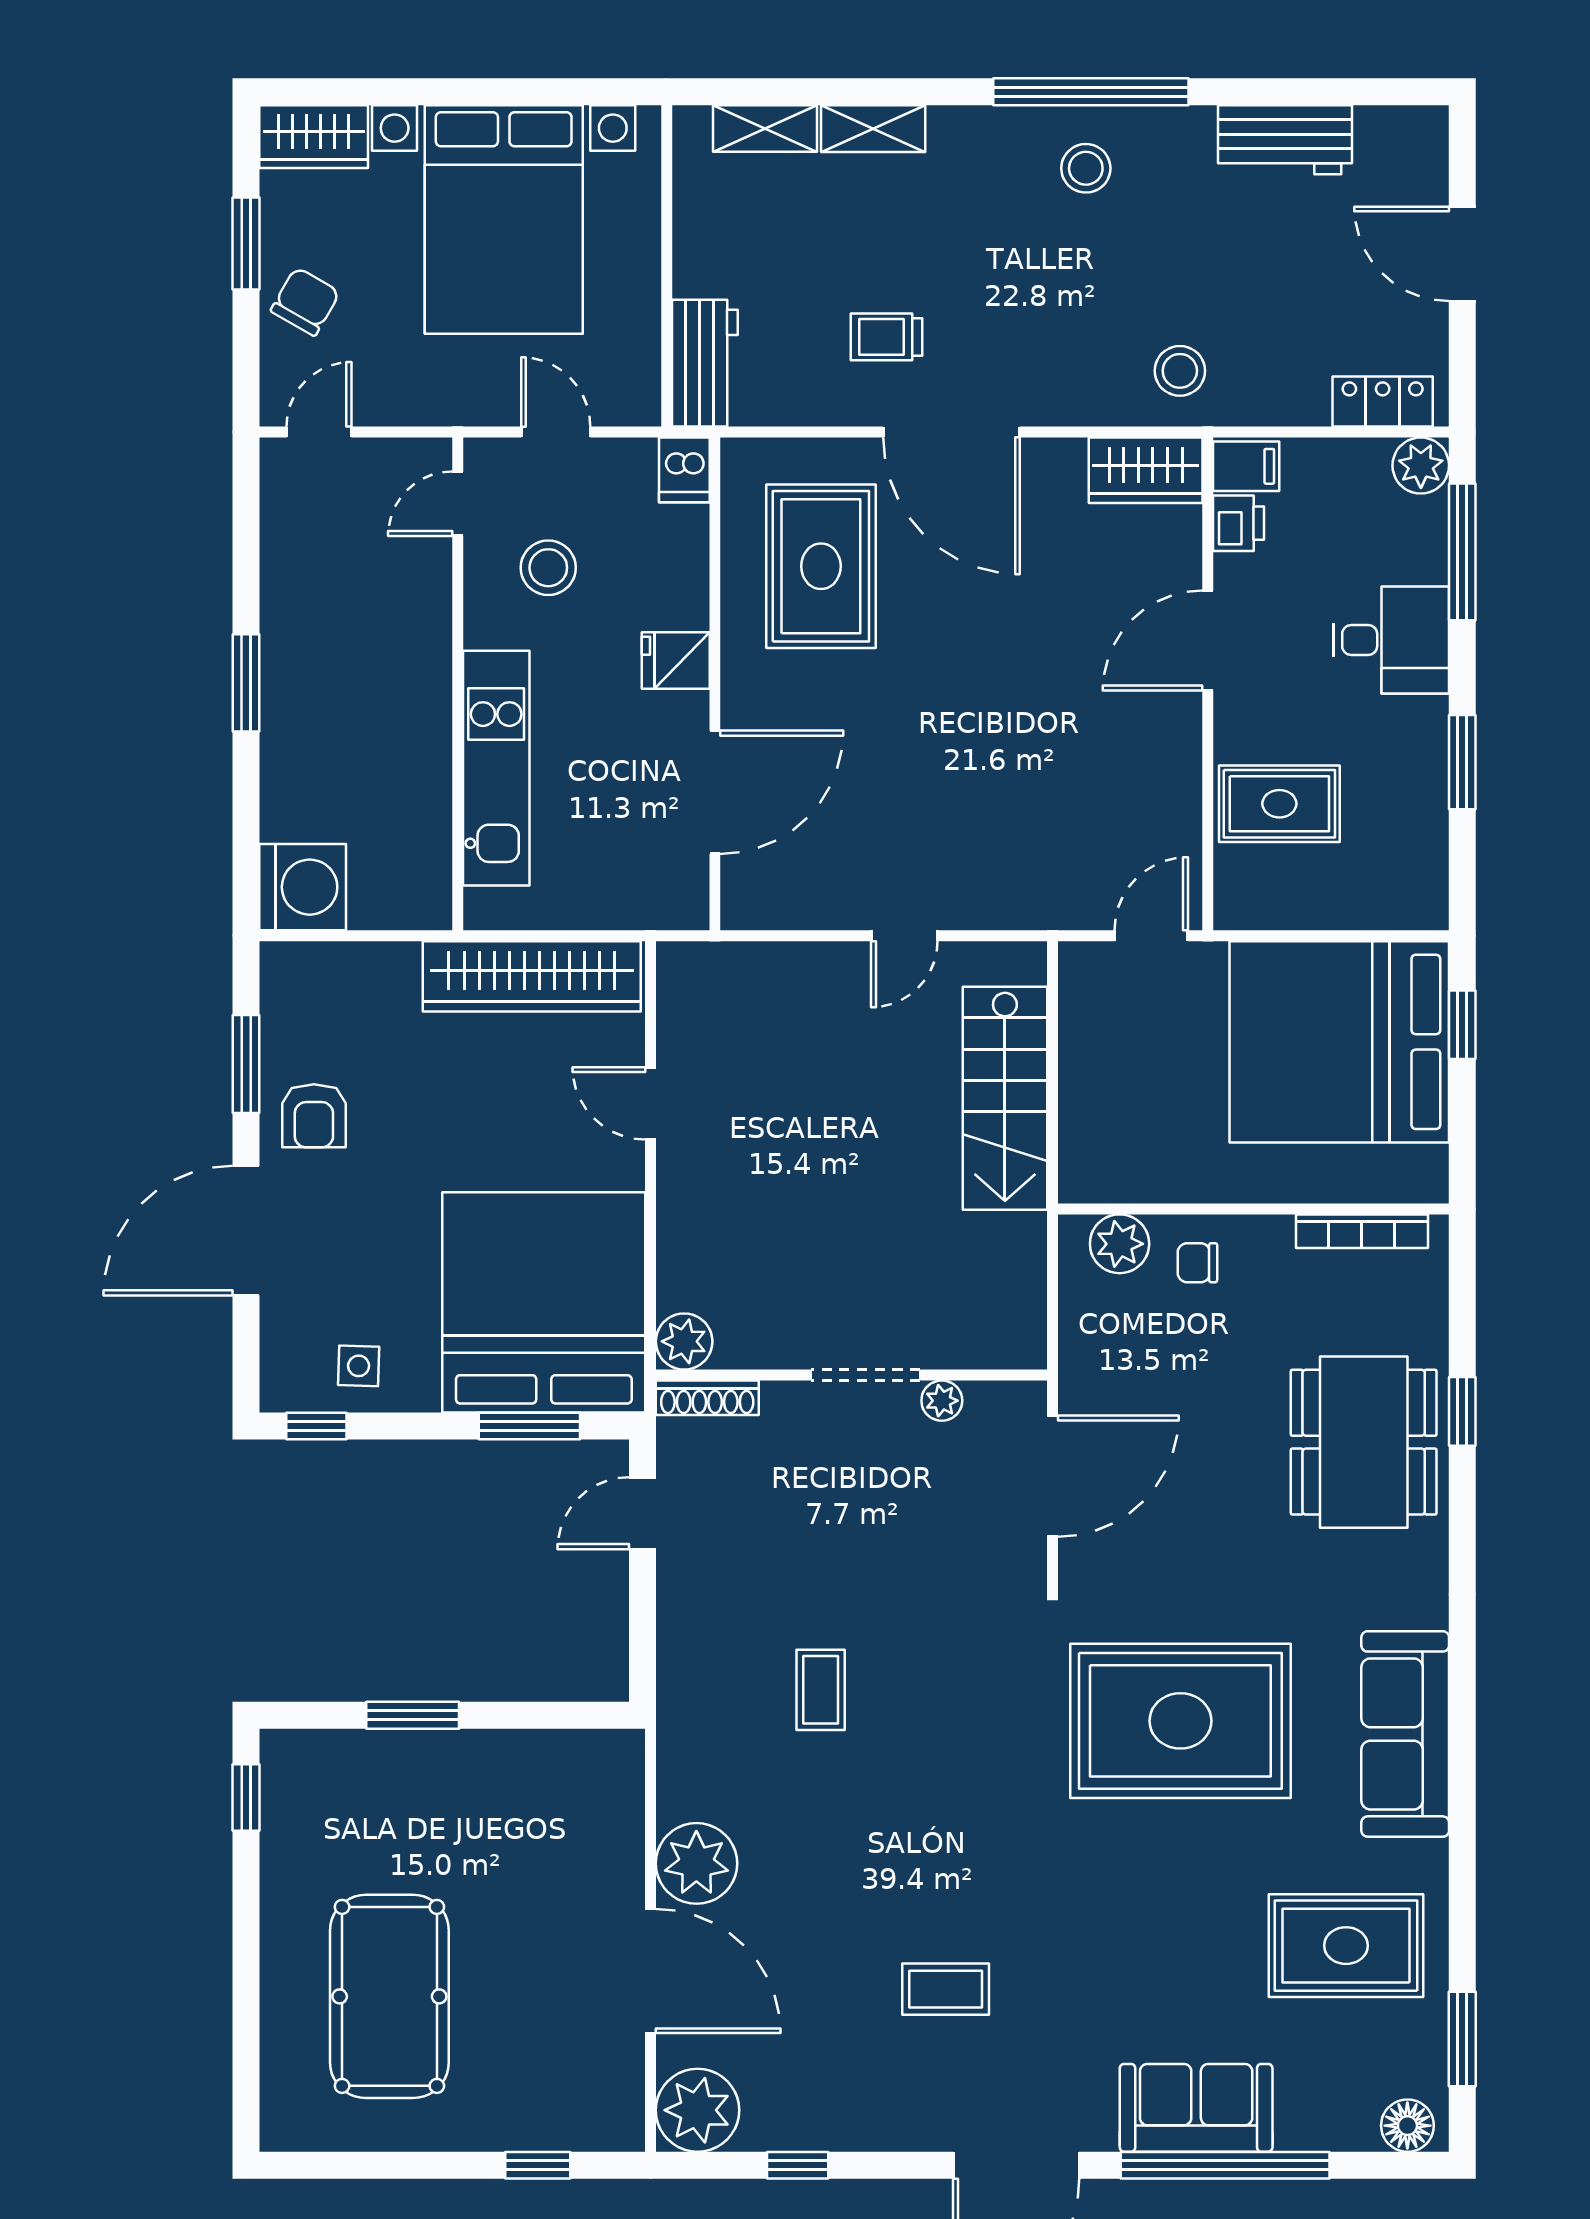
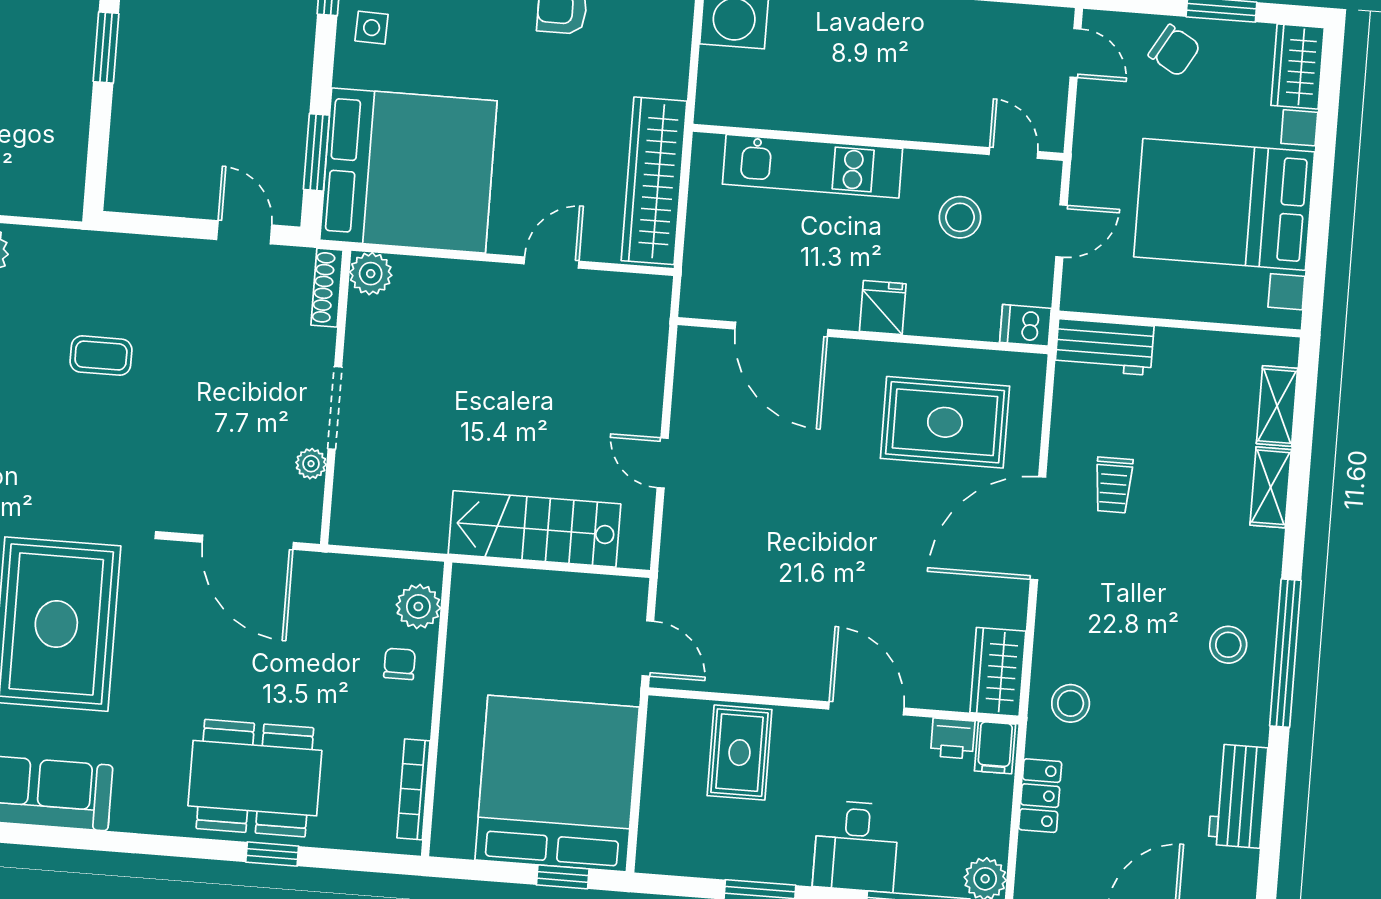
trolley: (886, 337) -> (1113, 485), turned 180
locker: (1383, 401) -> (1040, 796), moved

